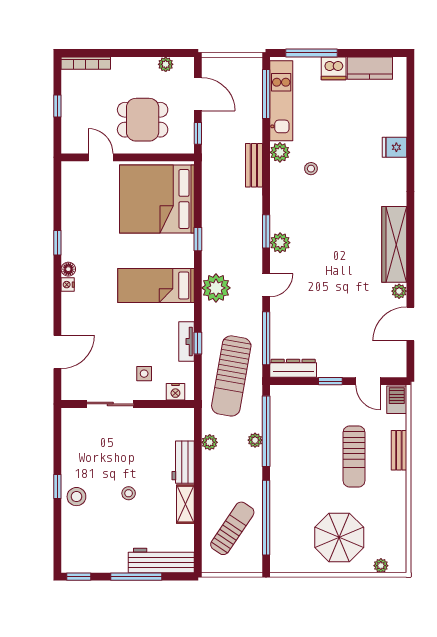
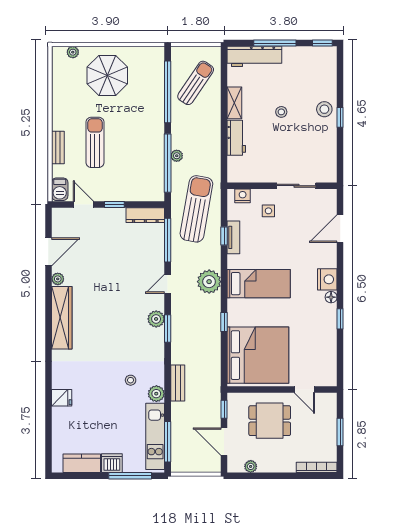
window: (57, 106) -> (340, 432), width x1.50
nightstand: (68, 285) -> (327, 279), width x1.89, depth x1.79
plant: (210, 442) -> (214, 154), removed
sun lounger: (232, 528) -> (196, 83), turned 180

